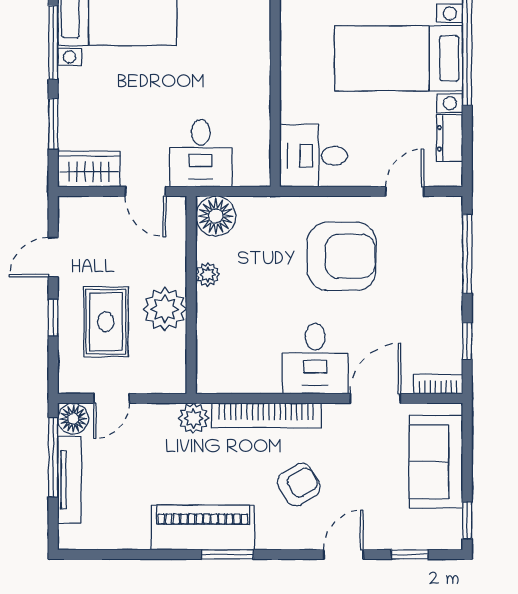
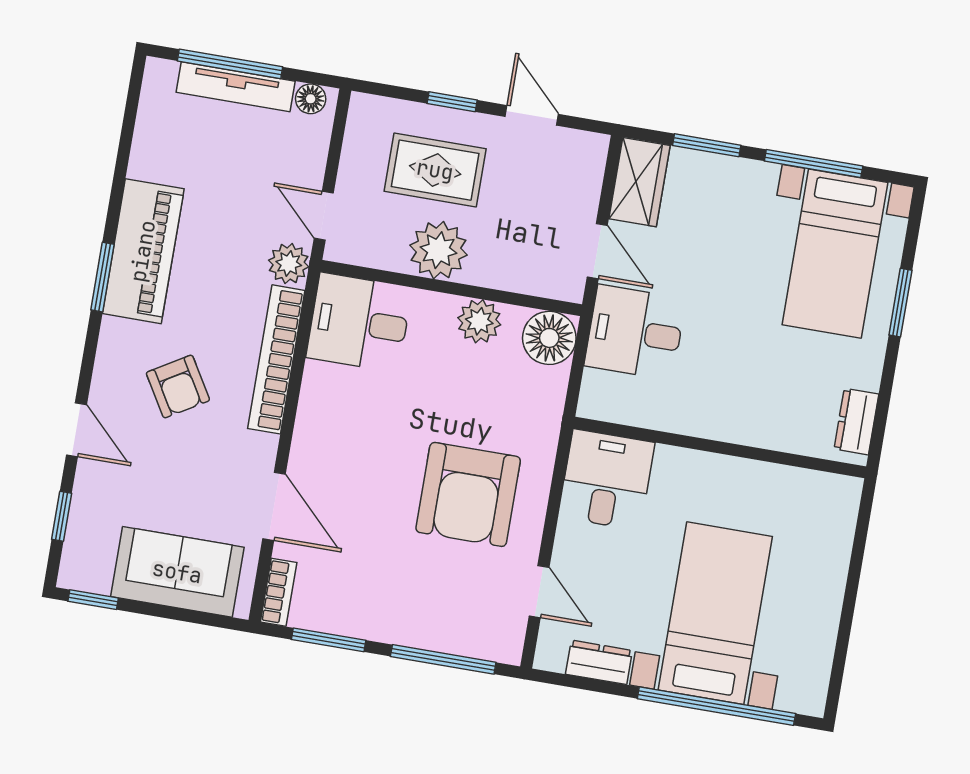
door: (145, 191) -> (597, 251), swing flipped
plant: (208, 274) -> (479, 321), width x1.38, depth x1.38
window: (467, 341) -> (329, 640), width x1.50
desk: (315, 359) -> (359, 323), moved
door: (111, 398) -> (324, 216), moved
floor lamp: (73, 419) -> (311, 99), width x0.73, depth x0.73
window: (53, 457) -> (230, 64), moved

